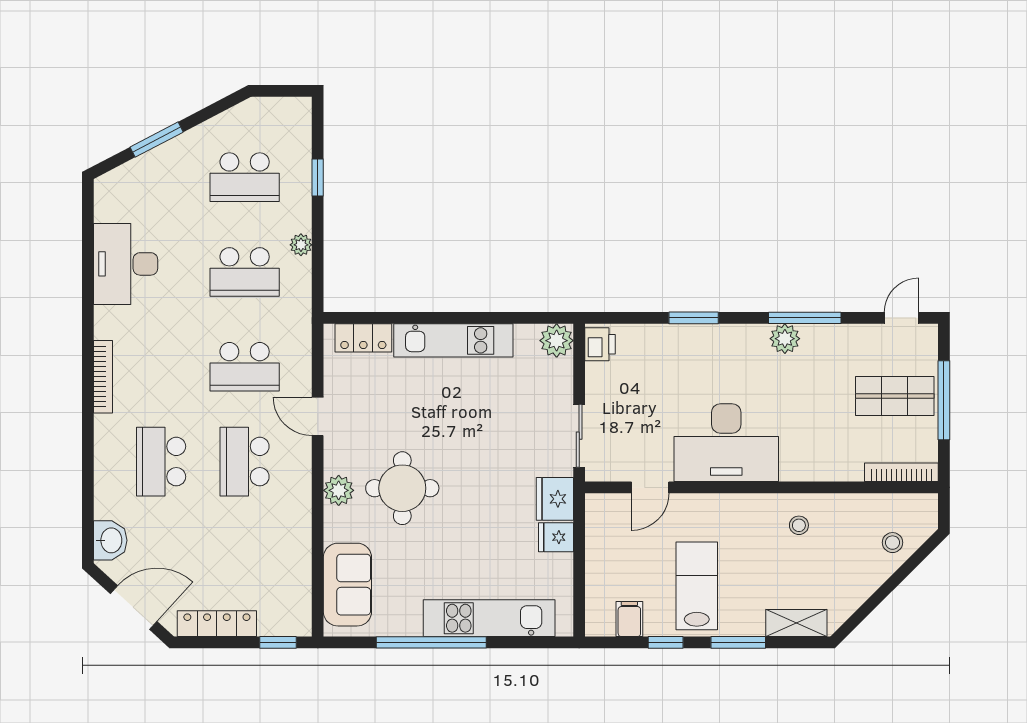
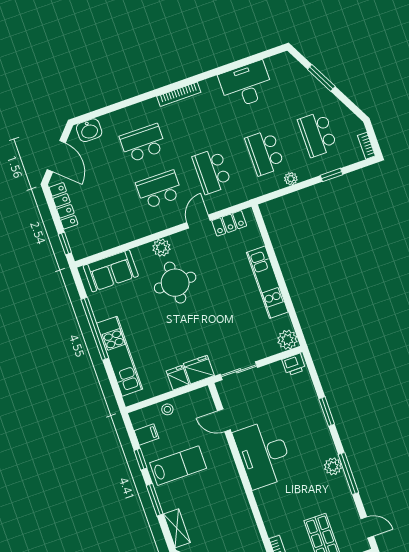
bookcase: (291, 105) -> (366, 146), added
locker: (363, 338) -> (229, 223), moved, turned -90
stool: (799, 525) -> (167, 409), moved

